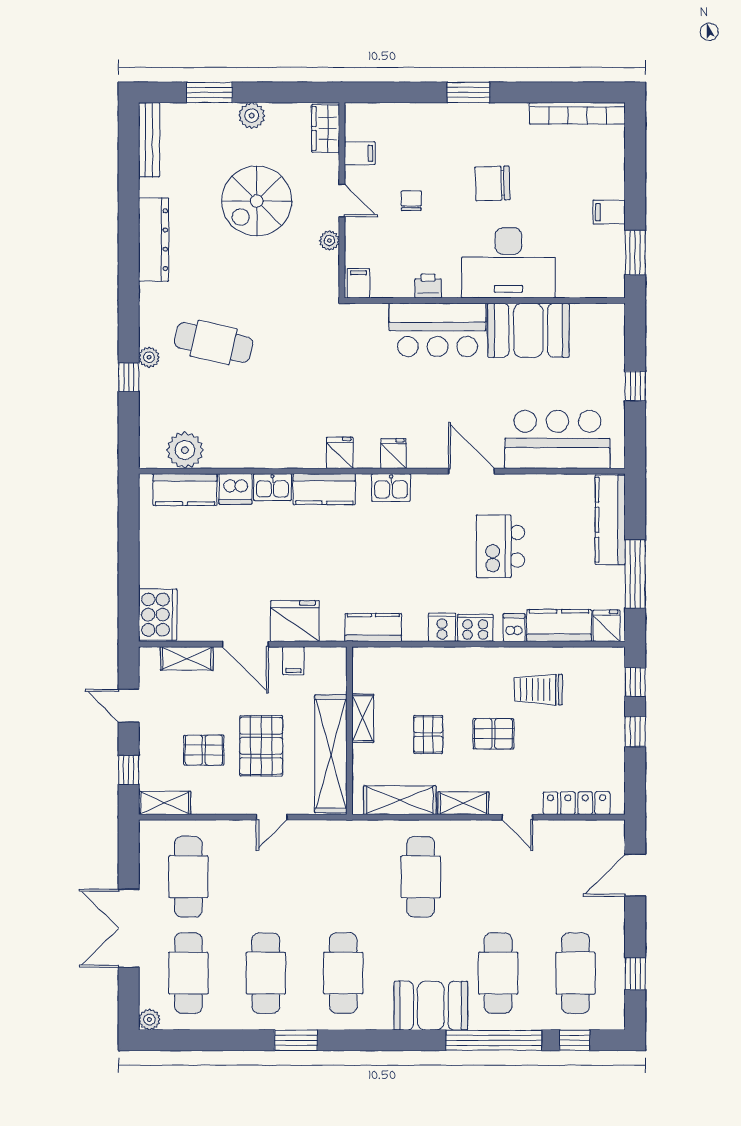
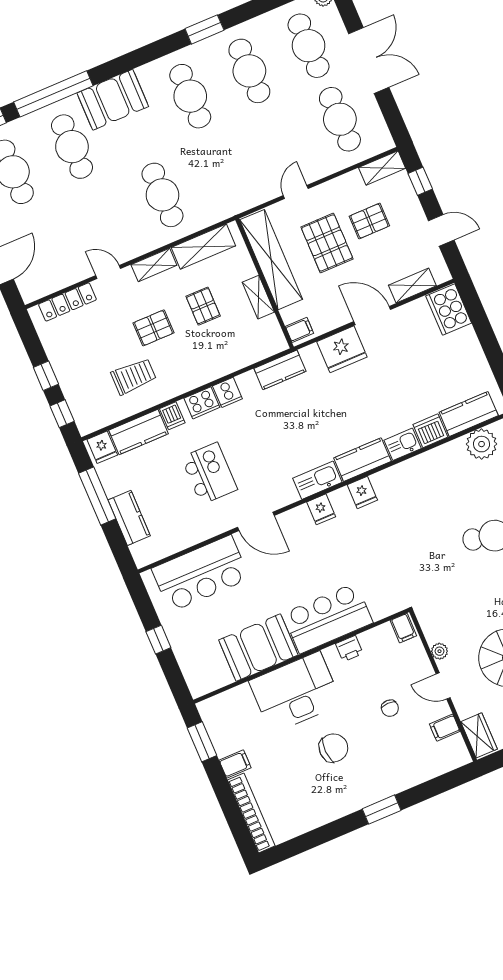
bookcase: (577, 113) -> (251, 813), moved, turned 90
kitchen sink: (391, 488) -> (317, 480), width x1.38
kitchen counter: (610, 520) -> (129, 518), width x0.67
filing cabinet: (293, 661) -> (299, 330), moved, turned 90

